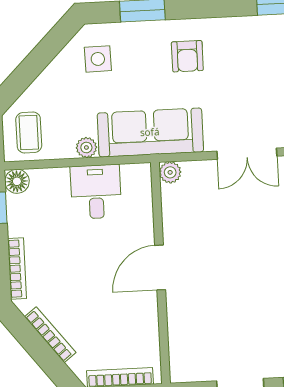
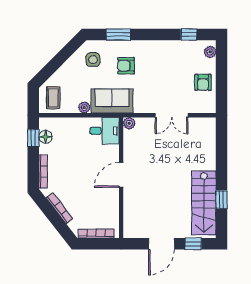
armchair: (187, 56) -> (126, 66), moved, turned 90
sofa: (150, 132) -> (112, 101), width x0.73
floor lamp: (17, 181) -> (46, 137), moved
desk: (96, 192) -> (105, 131), moved, turned 90

